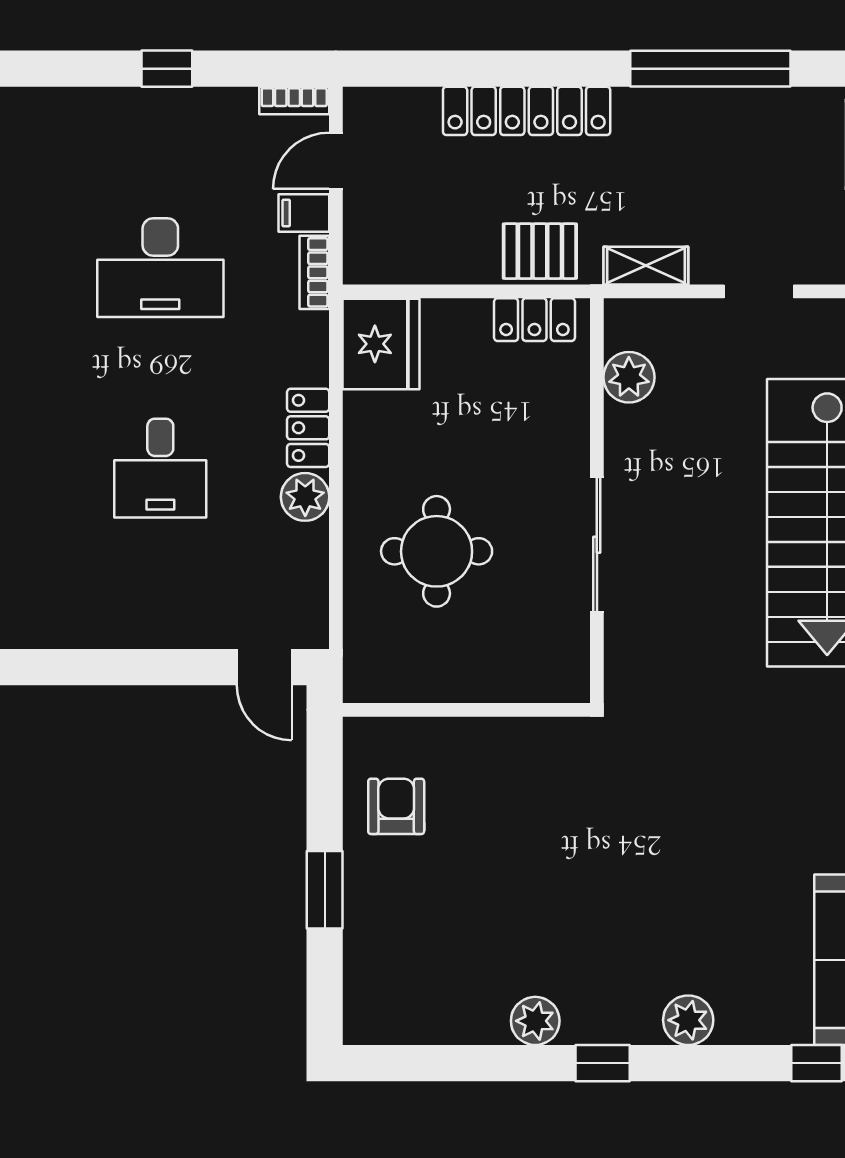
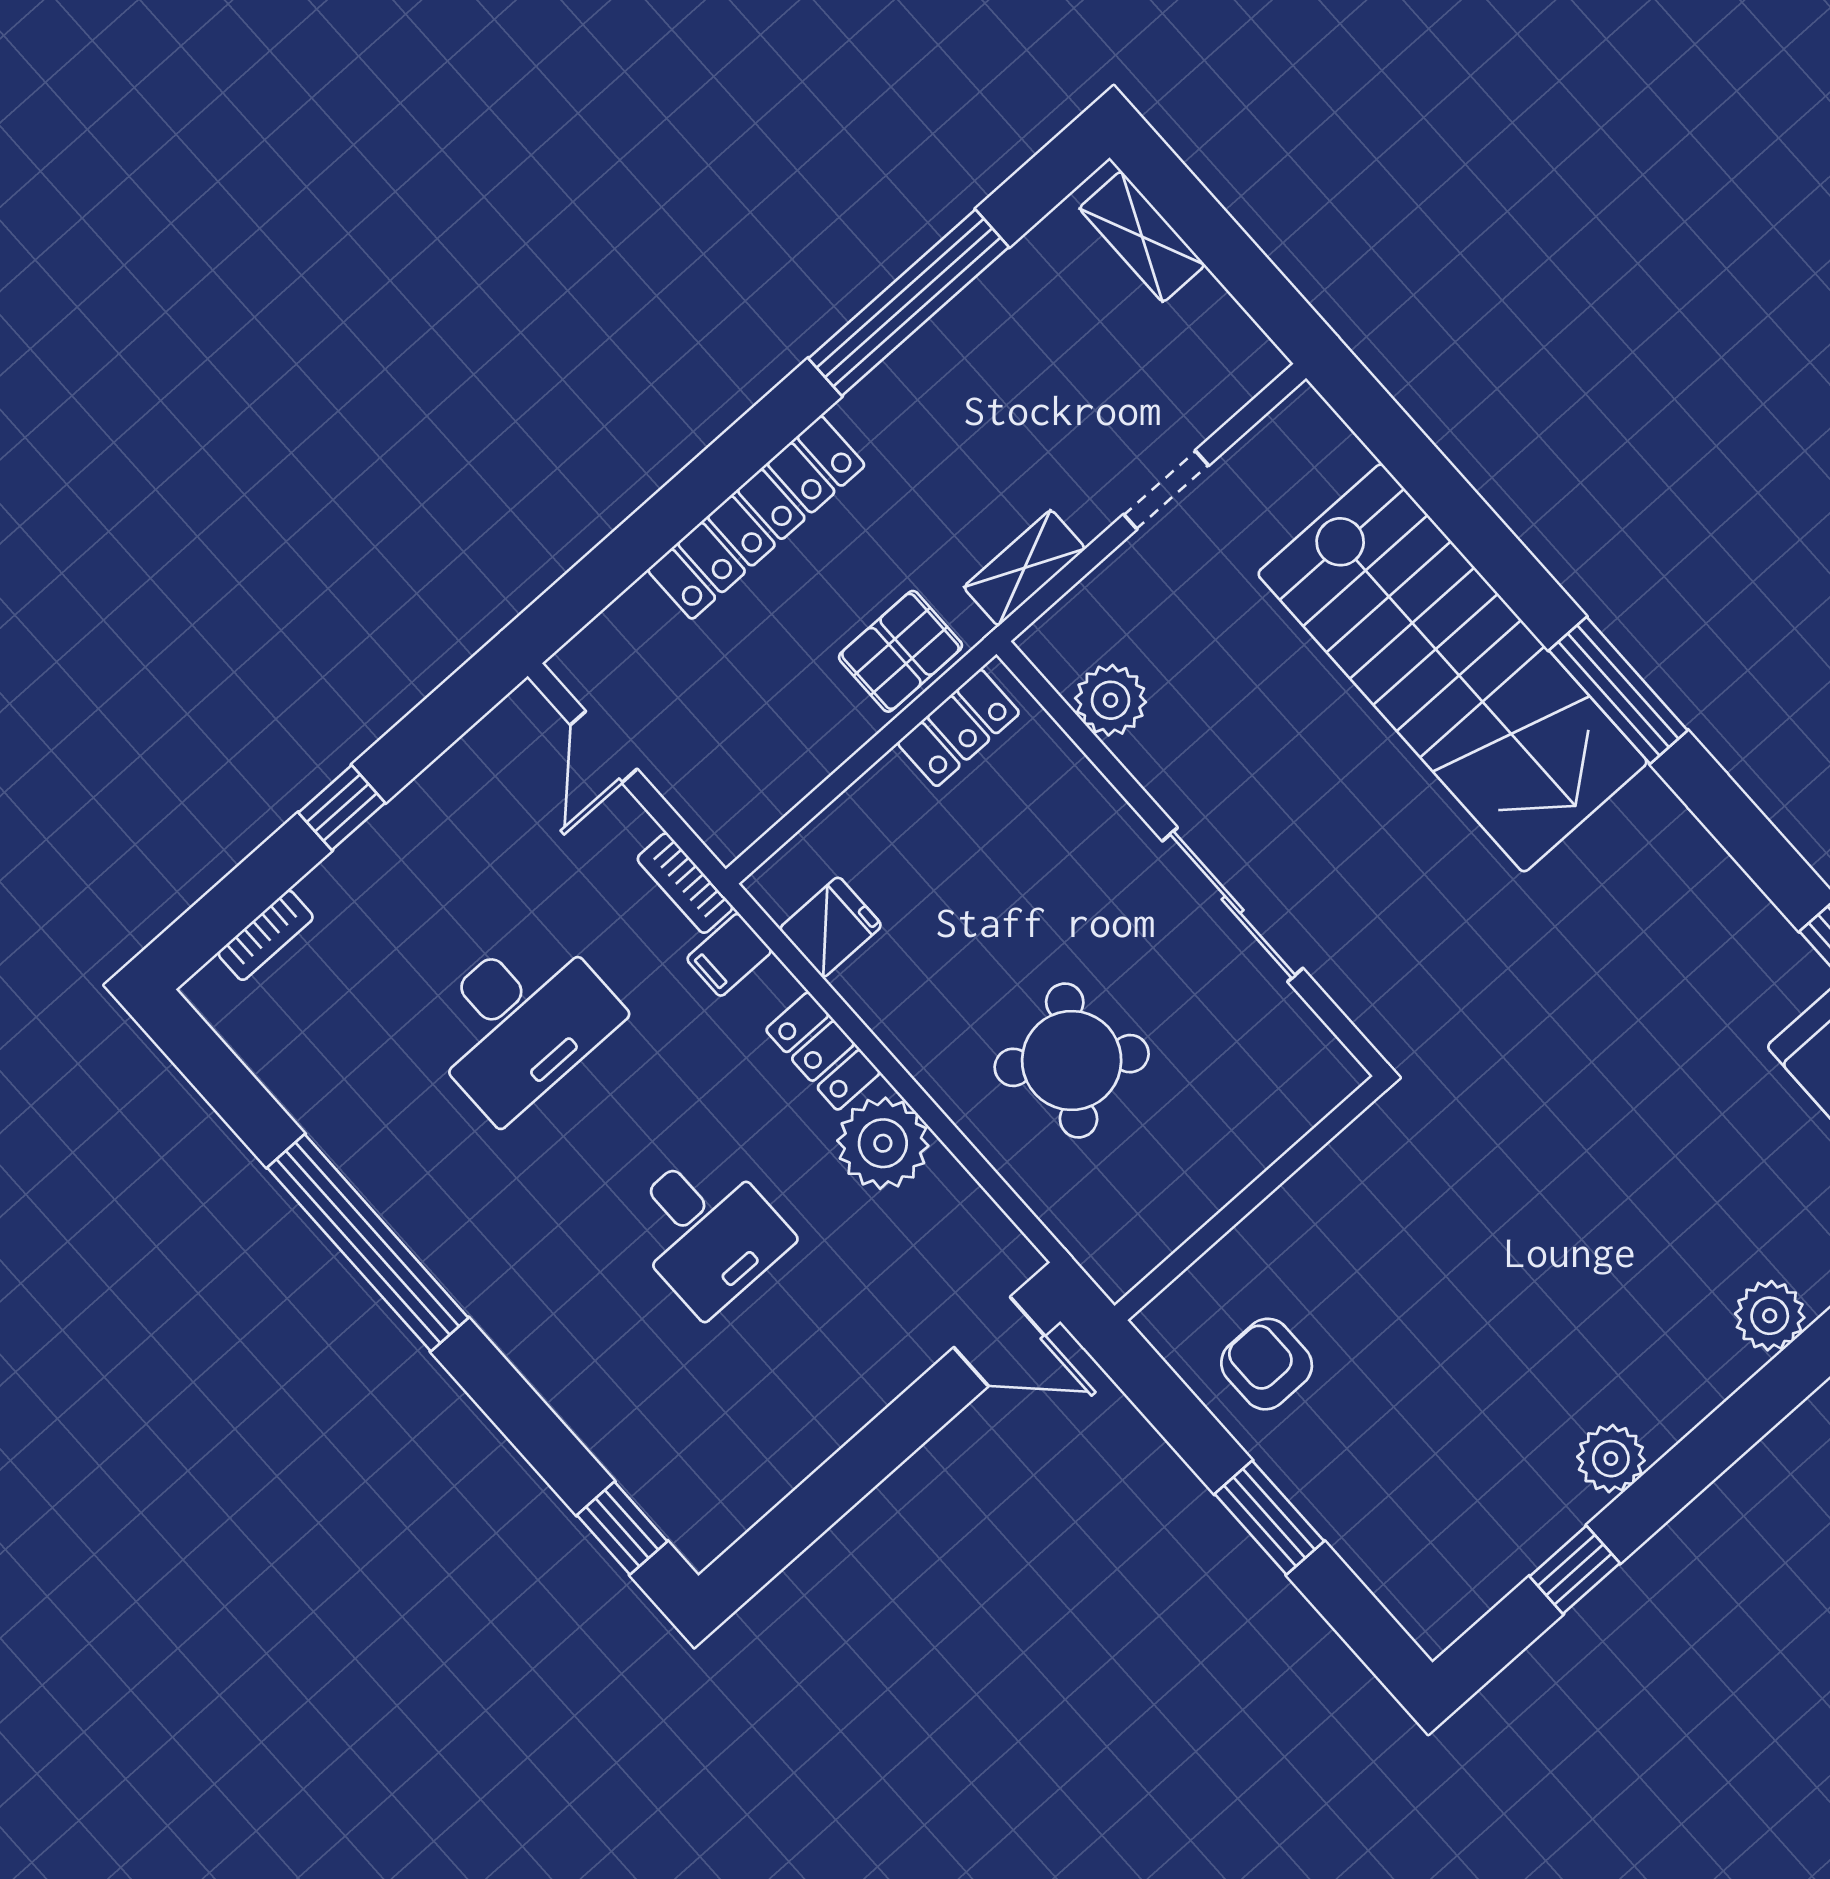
bookcase: (294, 101) -> (266, 935), moved
filing cabinet: (304, 213) -> (729, 955), moved
fridge: (381, 344) -> (831, 927), width x0.53, depth x0.75
plant: (305, 497) -> (883, 1143), width x1.36, depth x1.36
round table: (437, 551) -> (1072, 1060), turned 35
window: (603, 1063) -> (1575, 1570), moved

